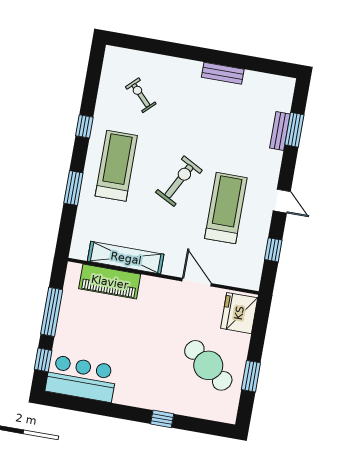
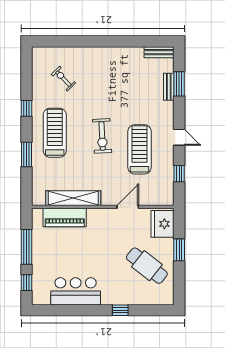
bench: (223, 73) -> (159, 52), moved
exercise bike: (179, 181) -> (102, 136), turned 149
door: (197, 282) -> (128, 207), hinge flipped
window: (251, 376) -> (179, 250), moved
bar counter: (81, 378) -> (76, 291), moved

